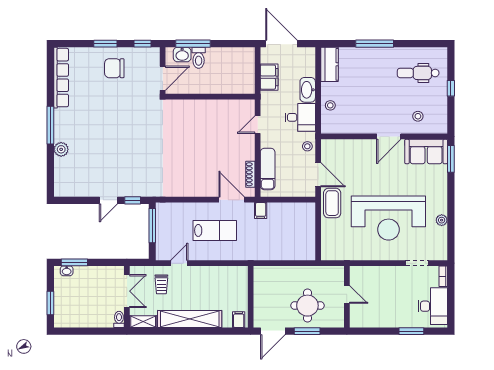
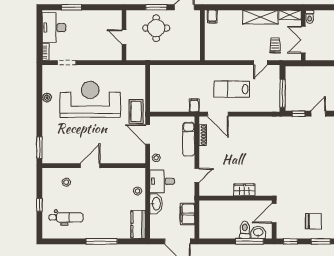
wardrobe: (199, 107) -> (244, 190), added
sofa: (426, 152) -> (60, 153), removed
shelving: (190, 319) -> (260, 17), width x0.68

